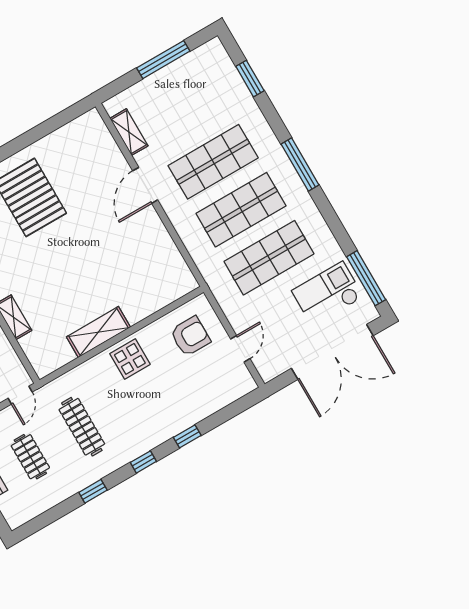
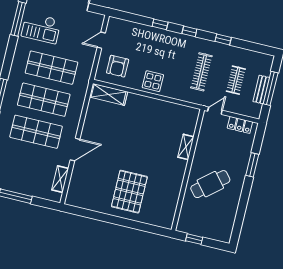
shelving: (98, 332) -> (109, 94), moved
armchair: (190, 336) -> (118, 66), turned -90

